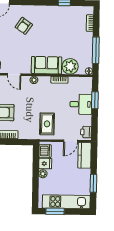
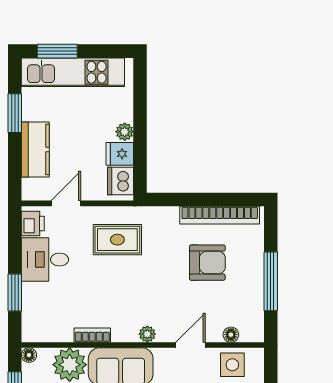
door: (14, 74) -> (190, 345), hinge flipped
desk: (81, 104) -> (45, 260), moved
rug: (47, 124) -> (117, 240), turned 90
kitchen counter: (84, 155) -> (35, 150), moved
window: (55, 211) -> (57, 51), moved

